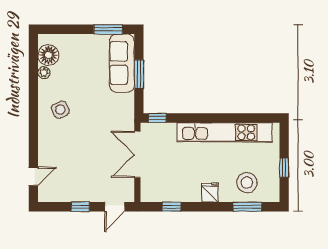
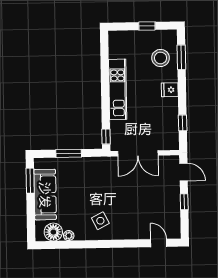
sofa: (122, 63) -> (45, 195), moved, turned -90
kitchen unit: (224, 132) -> (118, 89), width x0.73

